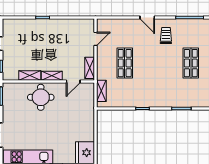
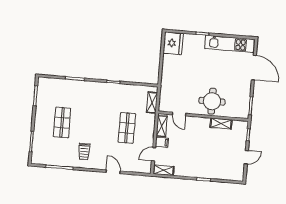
door: (147, 18) -> (113, 172), moved
filing cabinet: (88, 51) -> (162, 142), added
shelving: (52, 76) -> (163, 170), moved
door: (73, 81) -> (179, 114), swing flipped

